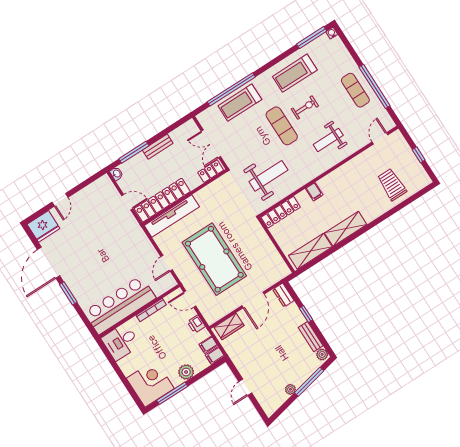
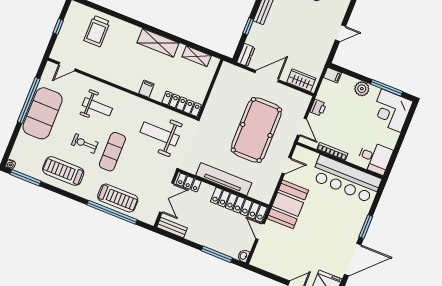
treadmill: (295, 73) -> (63, 171), turned 180
exercise mat: (355, 90) -> (43, 113), width x2.00, depth x1.45
bench: (158, 147) -> (172, 228), moved
tv unit: (172, 216) -> (224, 179), moved
booth: (133, 241) -> (288, 204), added
shelving: (310, 251) -> (197, 56), width x0.67, depth x0.75
filing cabinet: (208, 345) -> (328, 86), removed

